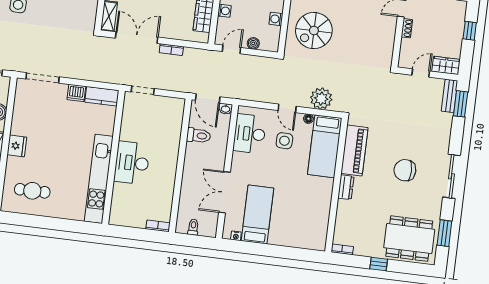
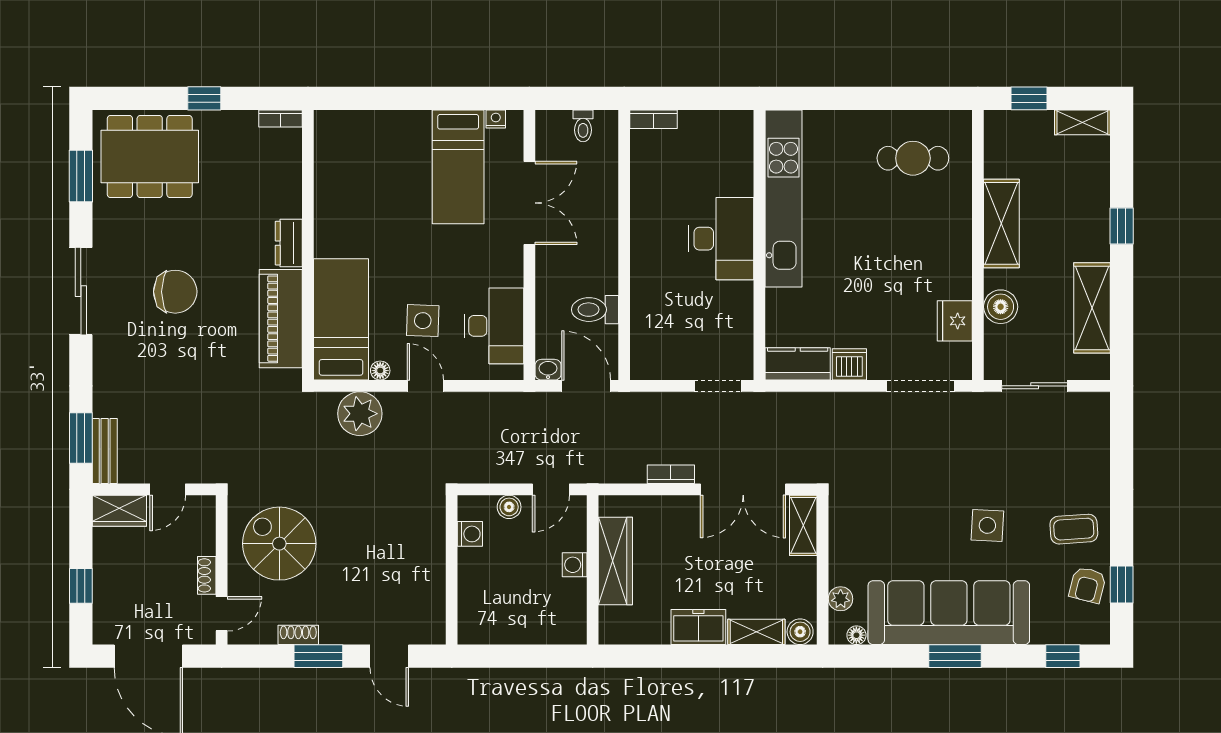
washing machine: (276, 19) -> (470, 534), moved
spiral stairs: (314, 31) -> (279, 544), moved, turned -90
fridge: (17, 146) -> (955, 321), moved

